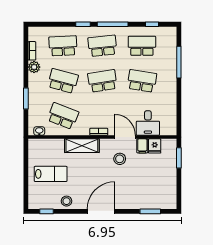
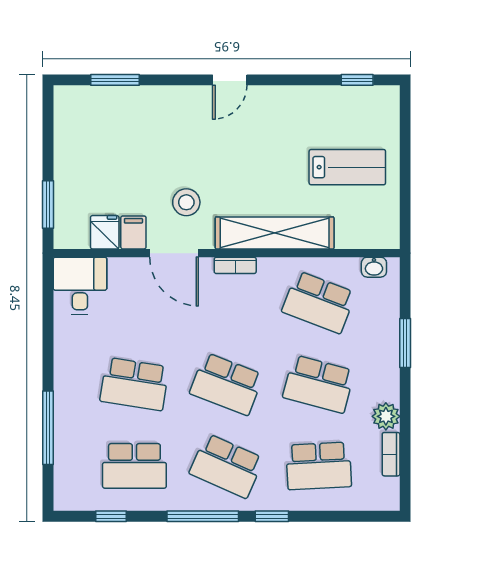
school desk: (102, 46) -> (227, 466), turned 30
school desk: (102, 81) -> (227, 384), turned 30
desk: (148, 123) -> (80, 286), moved
shelving: (82, 146) -> (275, 233), width x1.47
lab bench: (51, 174) -> (347, 167), turned 180
stool: (67, 201) -> (310, 104), removed
door: (101, 211) -> (230, 80), width x0.53

